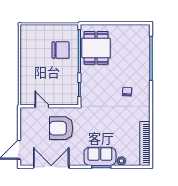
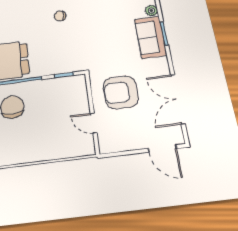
door: (42, 106) -> (94, 123), hinge flipped
armchair: (61, 128) -> (121, 92), turned 90

